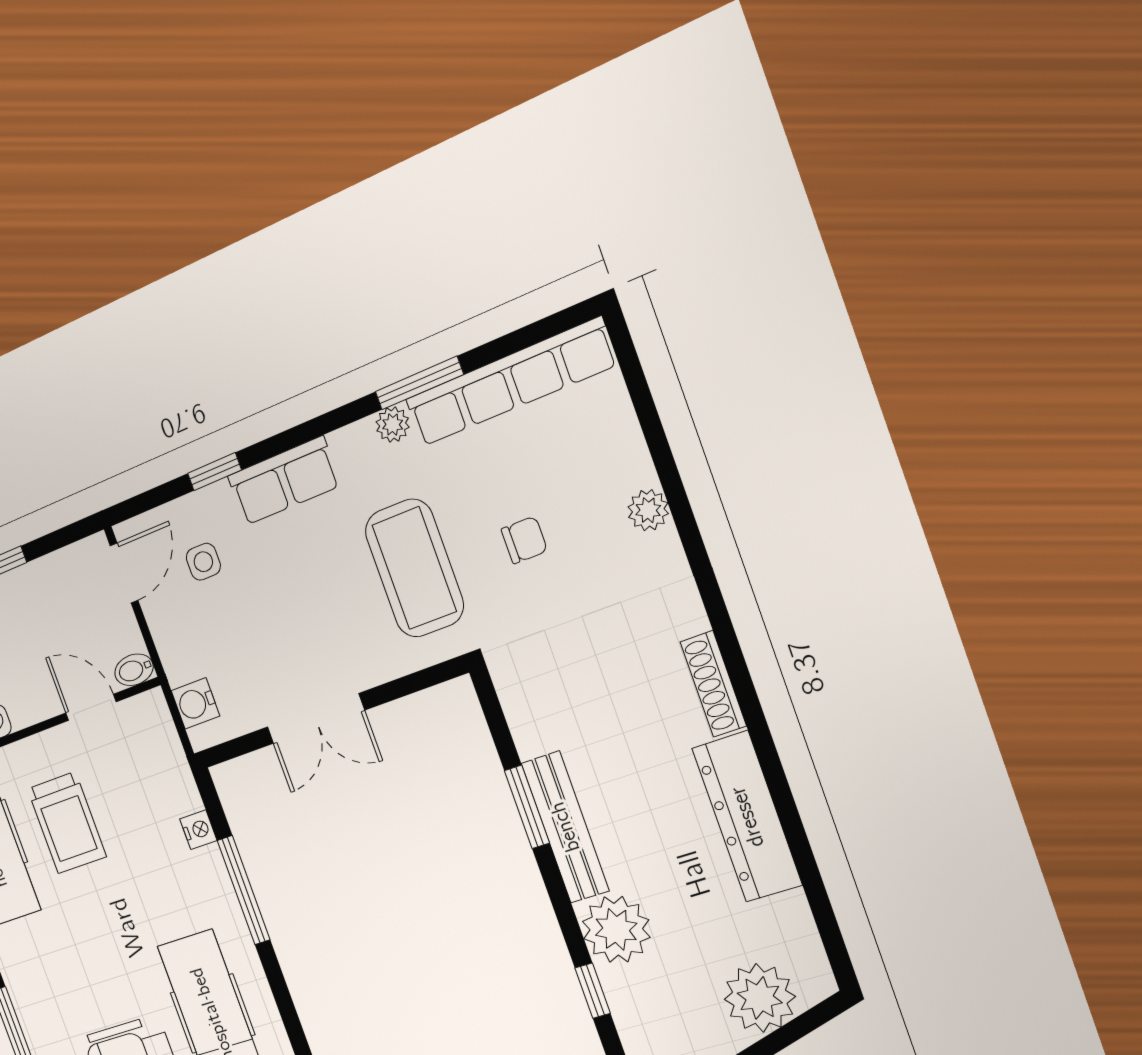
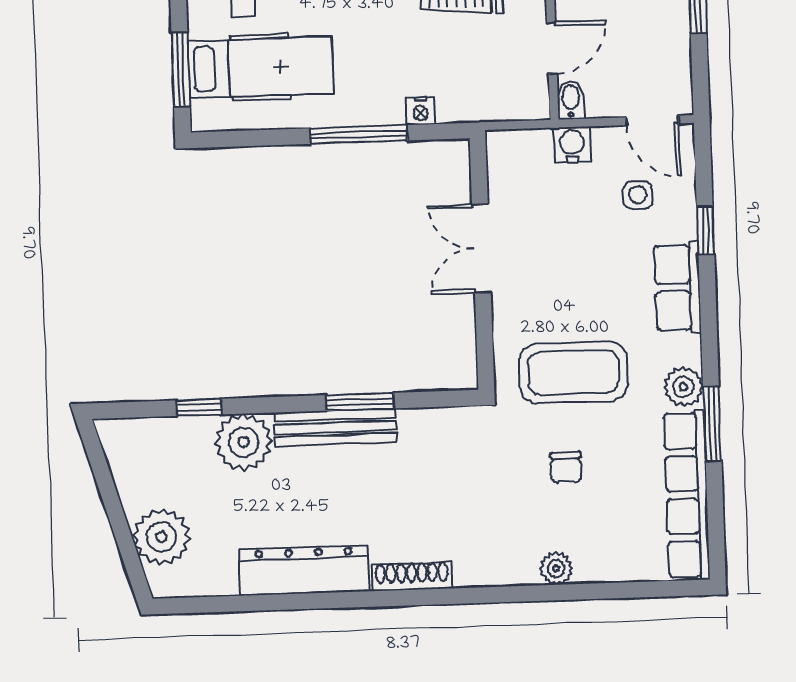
plant: (393, 425) -> (683, 387), width x1.38, depth x1.38
water cooler: (195, 703) -> (572, 145), moved

